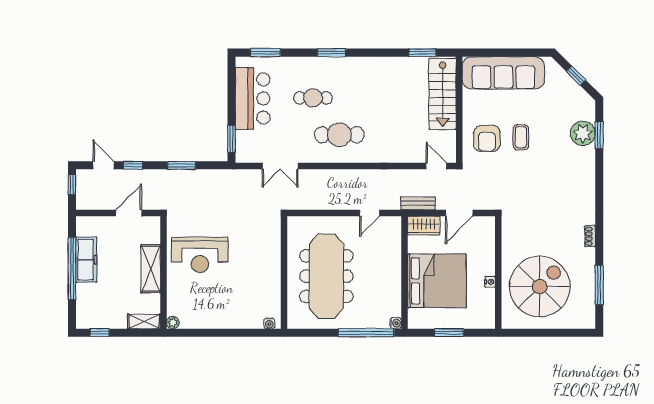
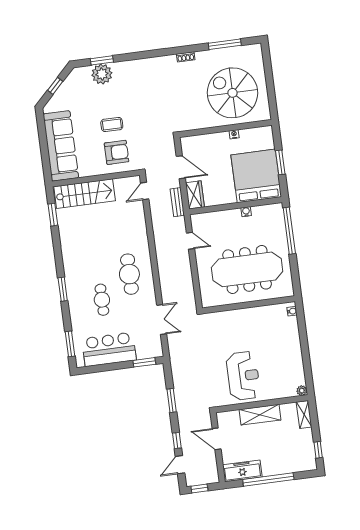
freezer: (86, 260) -> (242, 471), moved
bed: (437, 281) -> (256, 176), moved
water cooler: (396, 323) -> (246, 212), moved

